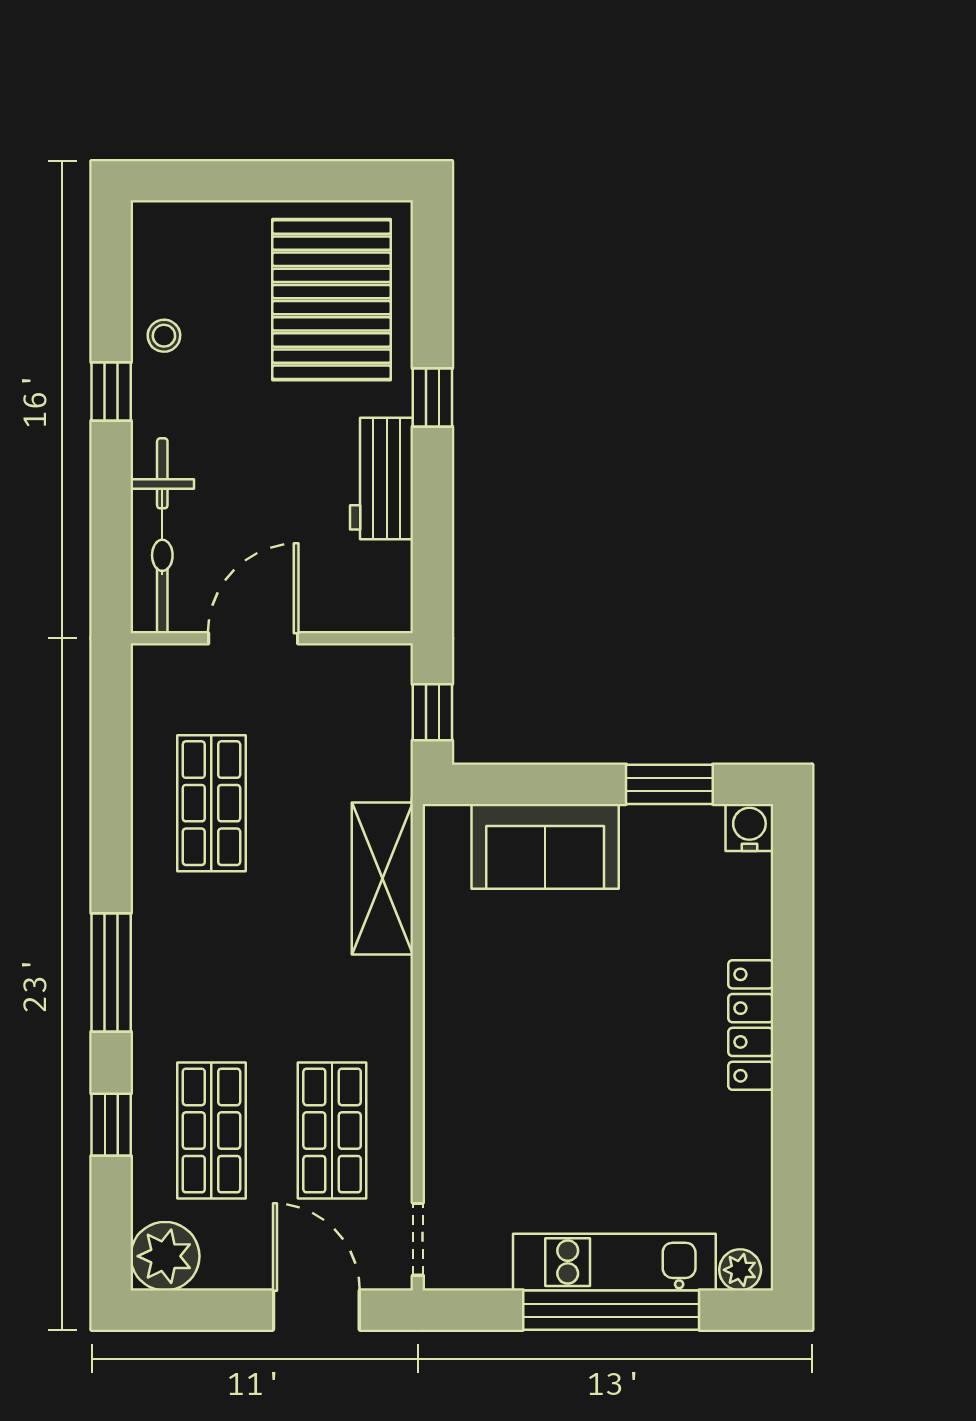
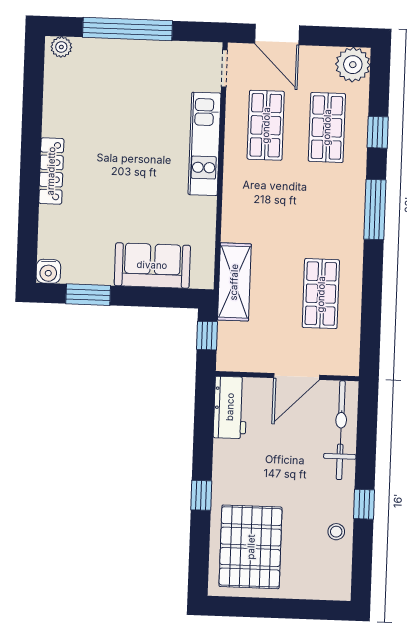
workbench: (381, 478) -> (230, 407), moved
shelving: (382, 878) -> (234, 282), moved
kitchen unit: (614, 1262) -> (205, 144), moved, turned 90

